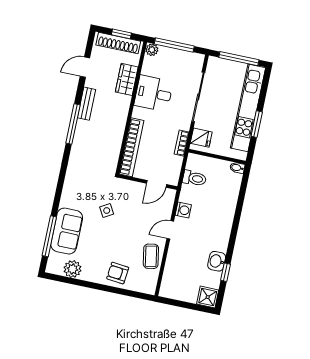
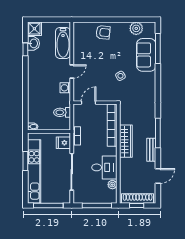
plant: (152, 50) -> (112, 185), moved
wardrobe: (127, 79) -> (126, 141), moved, width x1.50
coffee table: (151, 256) -> (82, 50), removed
washbasin: (217, 261) -> (33, 43), moved
bathtub: (174, 270) -> (63, 43), added

